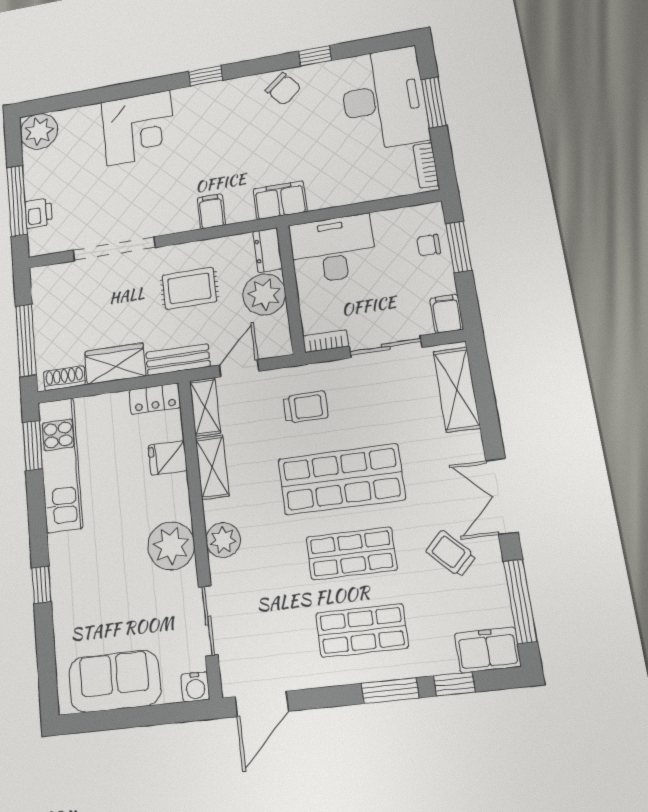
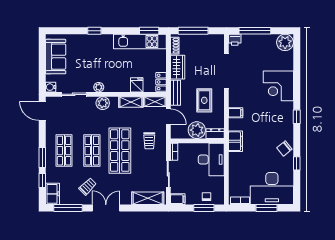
printer: (39, 213) -> (235, 40), moved
plant: (171, 546) -> (99, 87), width x0.53, depth x0.53

